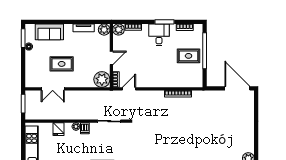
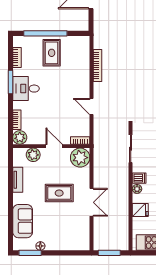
plant: (104, 30) -> (33, 155), moved
rug: (62, 64) -> (59, 193), moved, turned 90
double door: (53, 89) -> (92, 202), moved
door: (129, 89) -> (92, 106), moved

